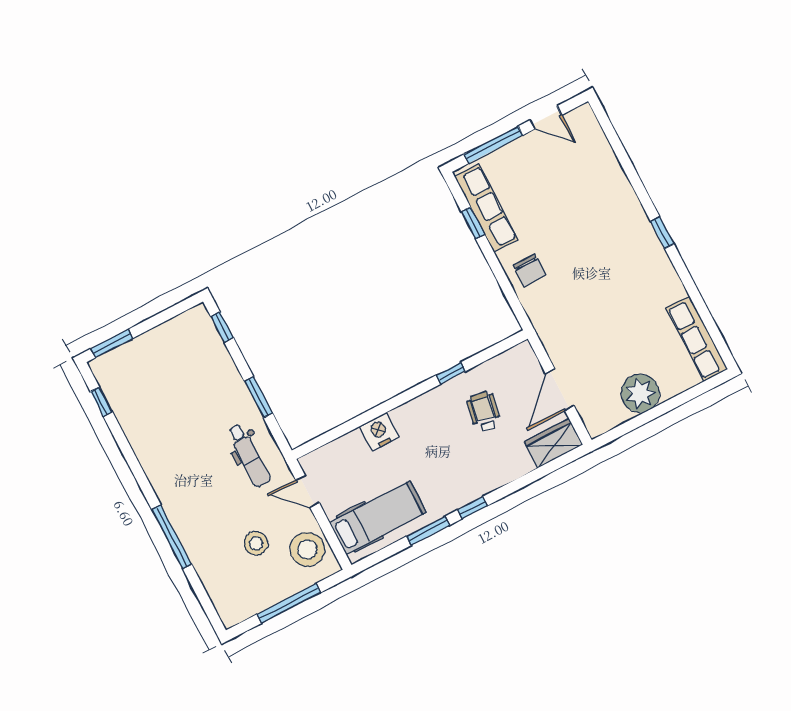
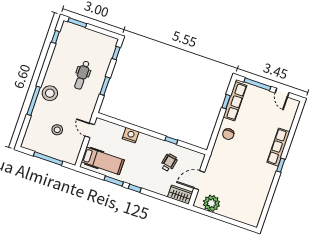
row of seats: (697, 339) -> (278, 147), moved
plant: (640, 393) -> (211, 203), moved
dental chair: (249, 456) -> (82, 75), moved
stool: (307, 549) -> (50, 93), moved

